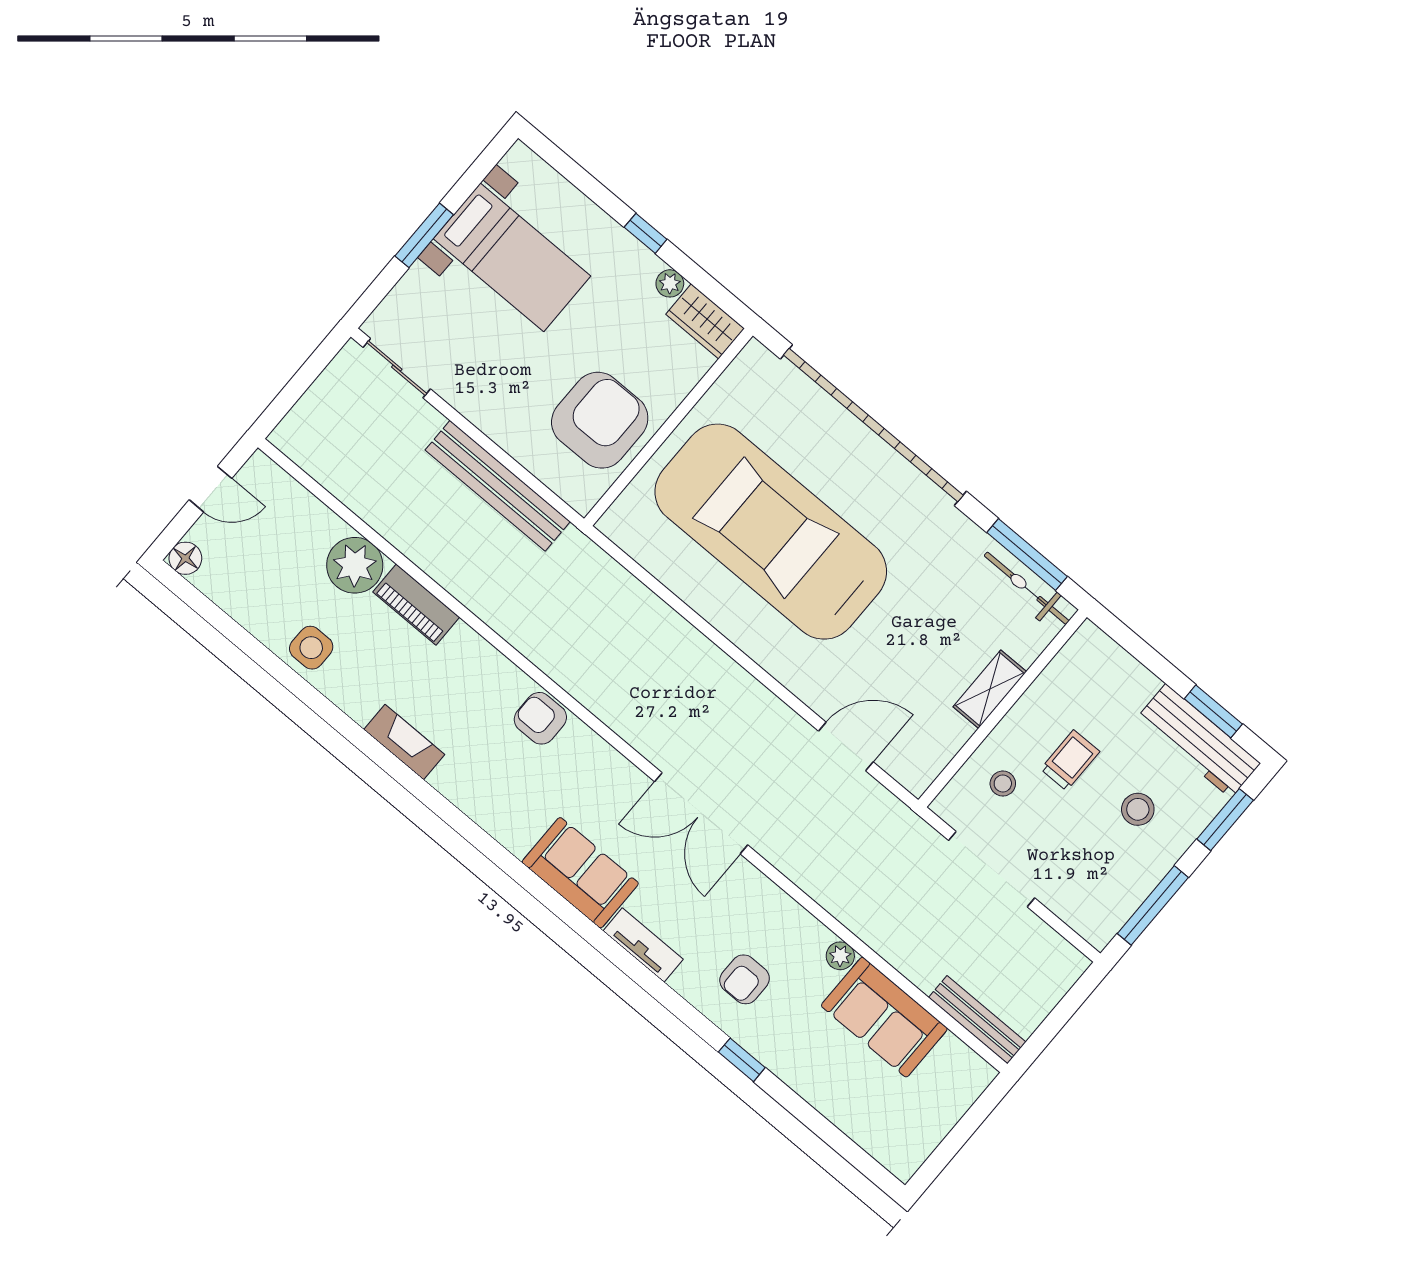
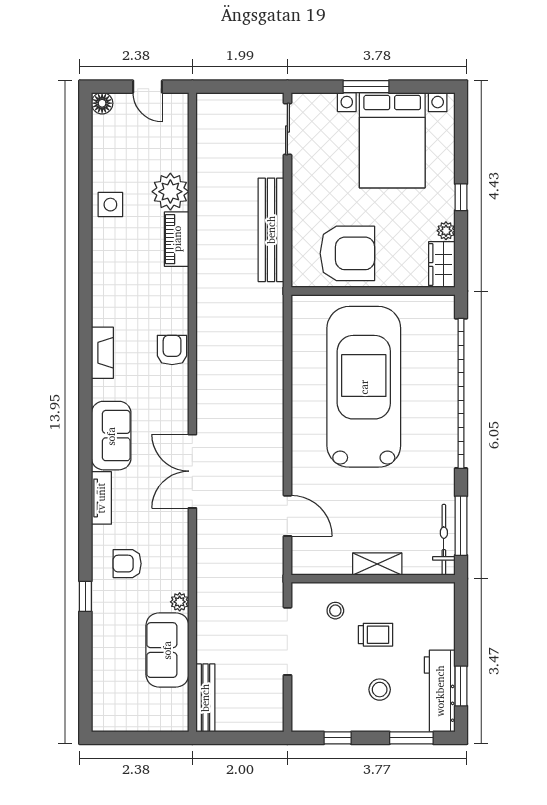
bed with nightstands: (512, 257) -> (392, 140), width x1.36
fireplace: (404, 742) -> (102, 353), moved
window: (1153, 905) -> (338, 738), width x0.46

